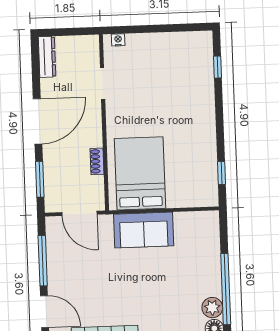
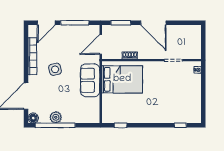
dresser: (47, 57) -> (190, 29), removed
side table: (126, 293) -> (55, 69), added
plant: (212, 308) -> (56, 117), moved

